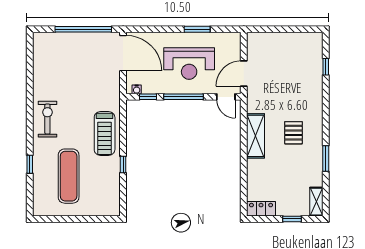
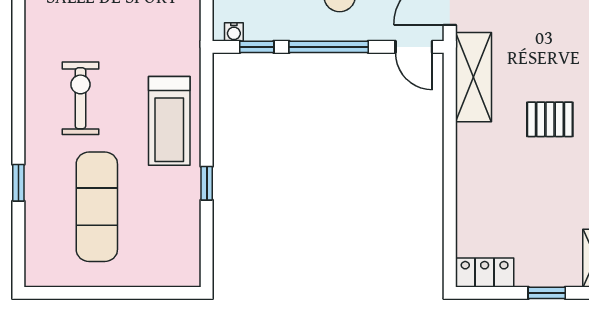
exercise bike: (47, 119) -> (80, 98), moved
pallet: (293, 133) -> (550, 119), turned 90
shelving: (256, 136) -> (473, 77), moved

